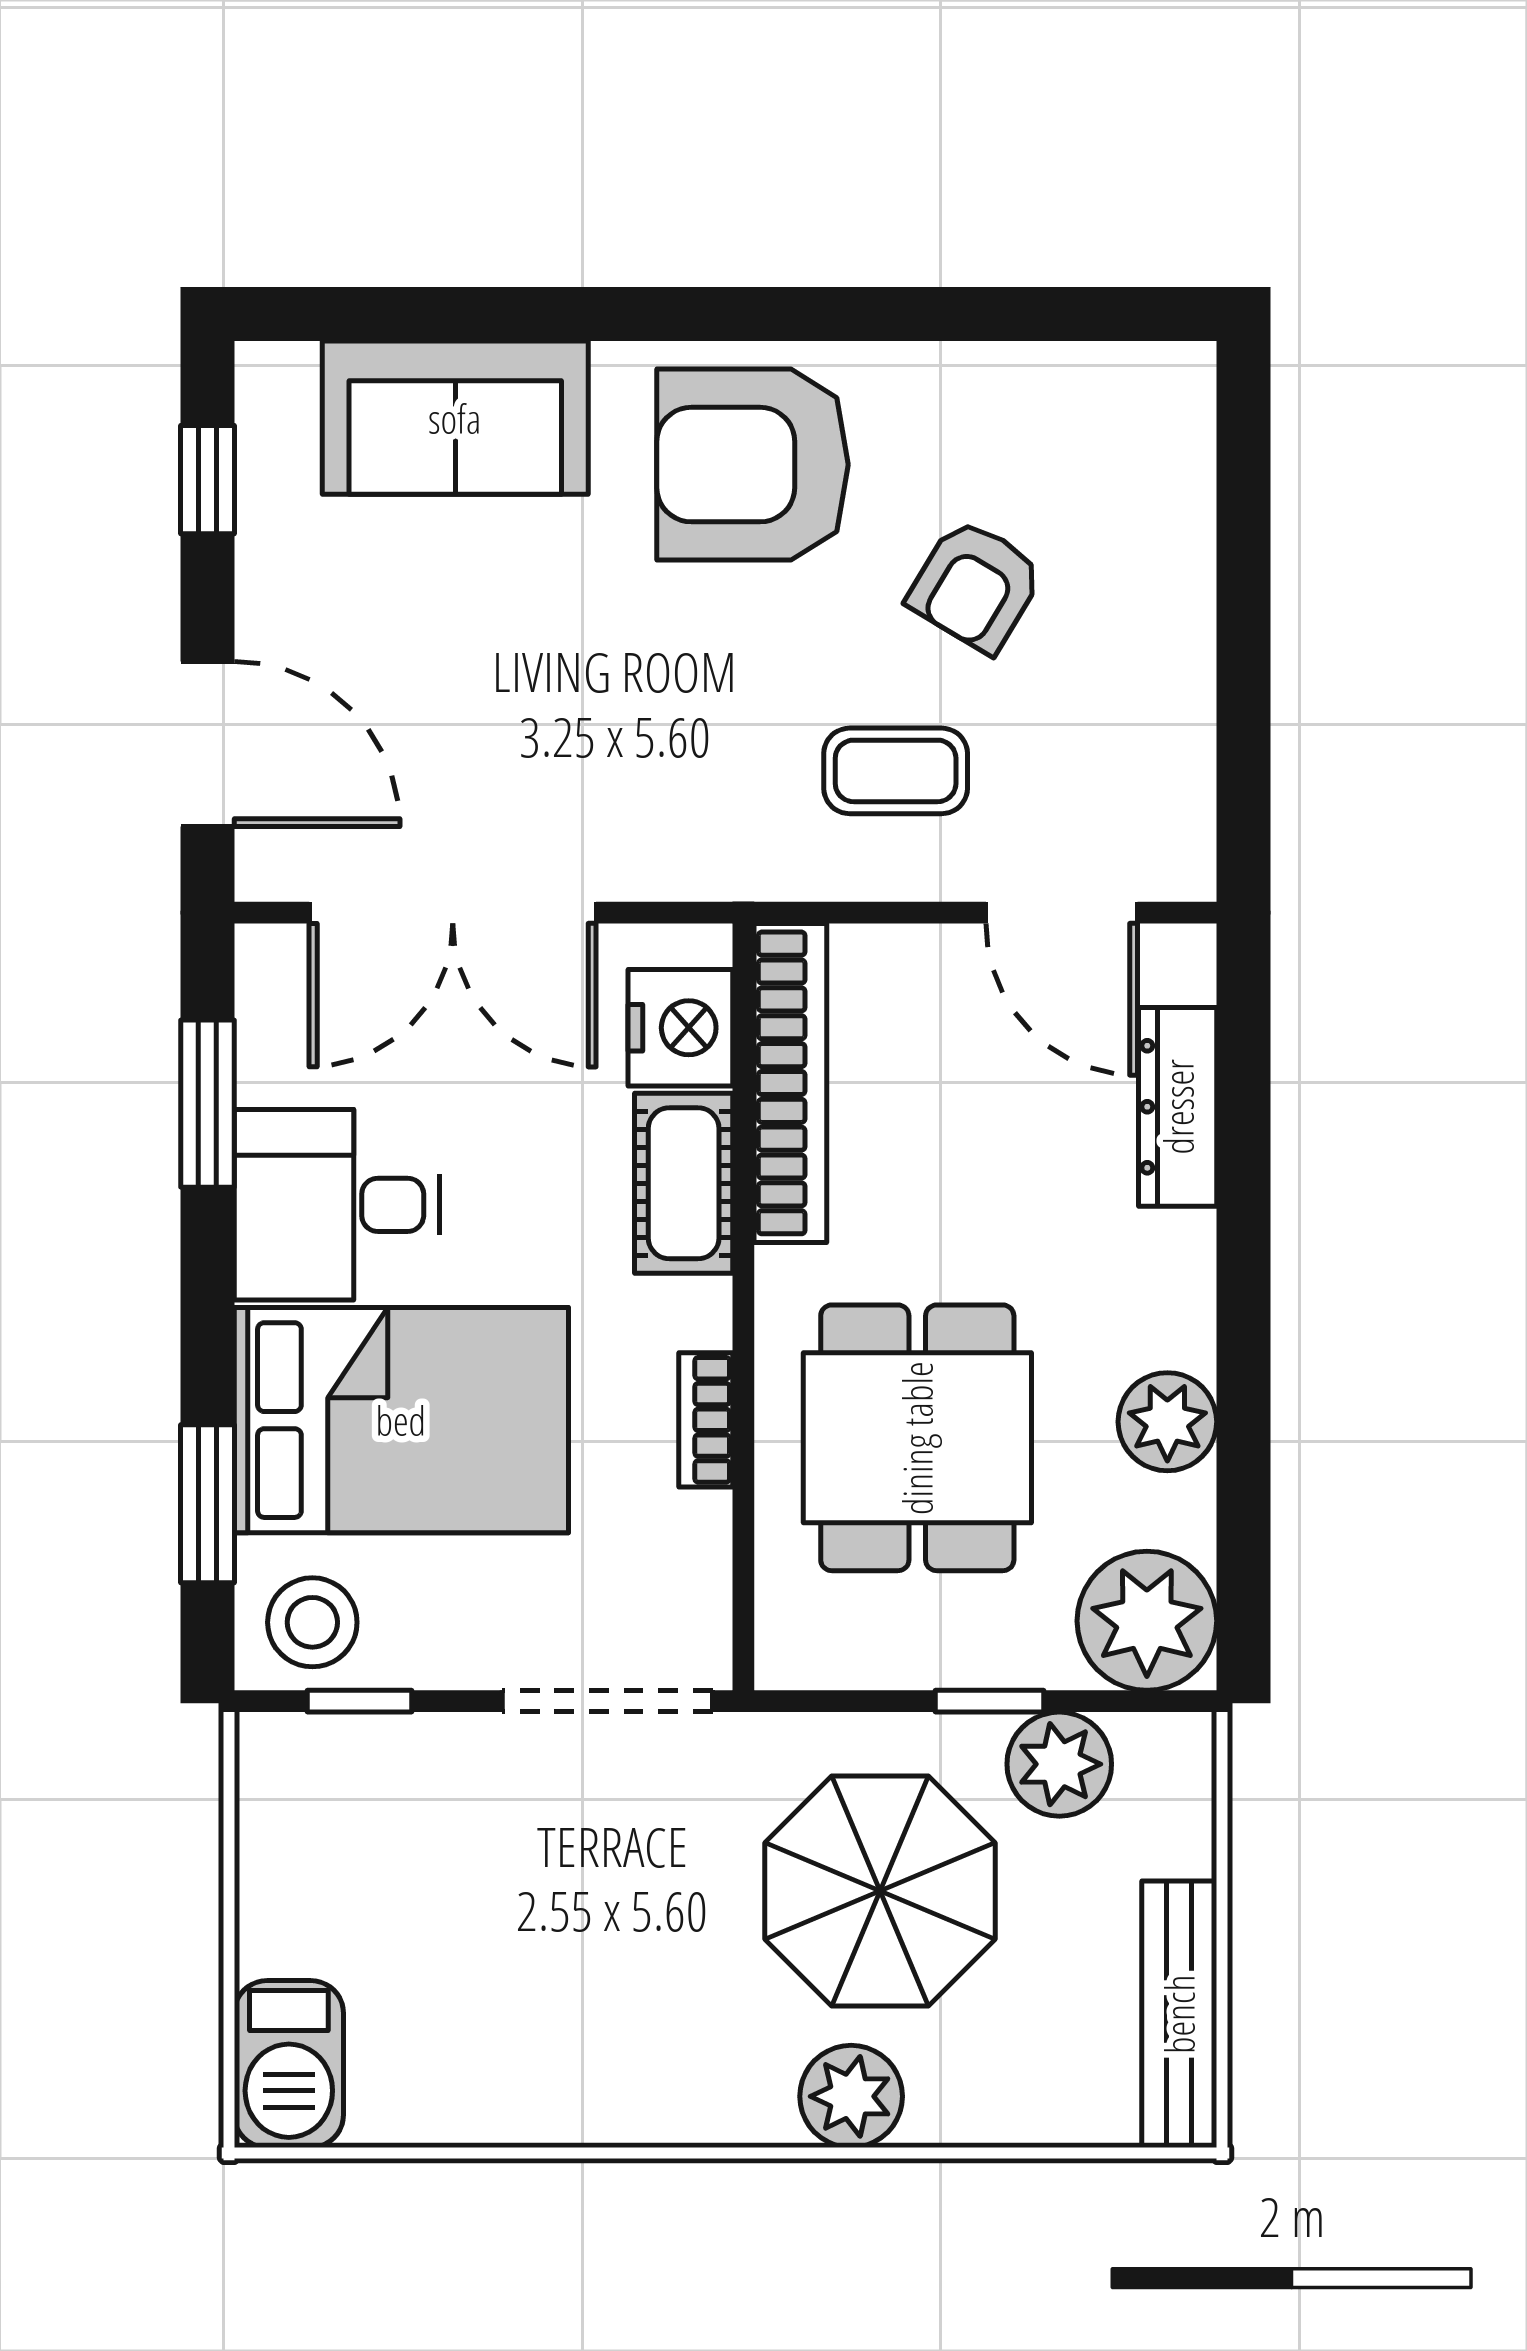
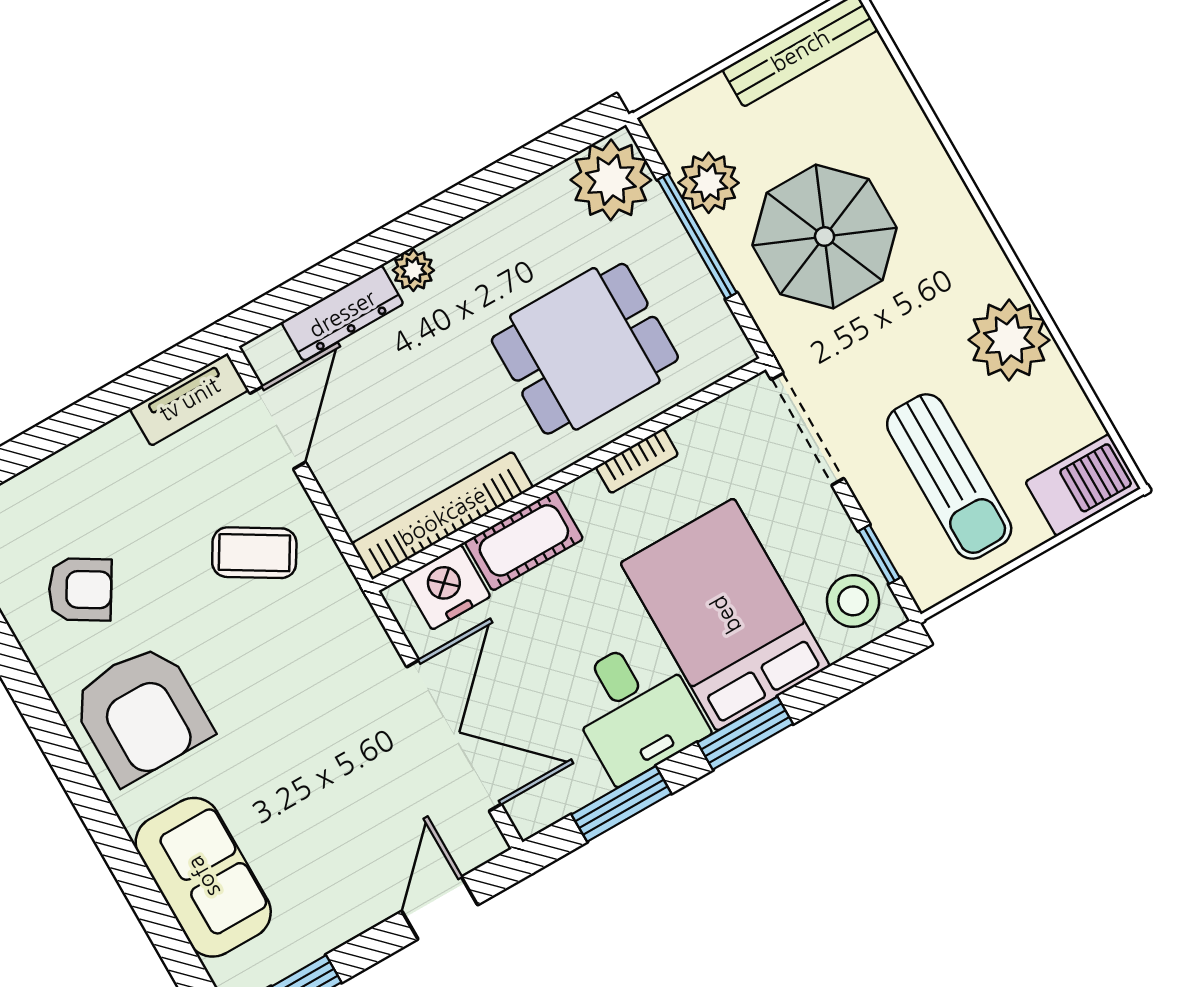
armchair: (976, 586) -> (80, 589), moved
door: (207, 744) -> (440, 908), width x0.73
coffee table: (896, 771) -> (254, 553), turned -59
tv unit: (1179, 805) -> (189, 399), added
plant: (1167, 1422) -> (413, 270), moved, width x0.73, depth x0.73
window: (207, 1504) -> (745, 733), moved
window: (989, 1701) -> (697, 236), width x2.17
sun lounger: (416, 1872) -> (949, 476), added
plant: (851, 2096) -> (1009, 340), moved, width x1.36, depth x1.36

